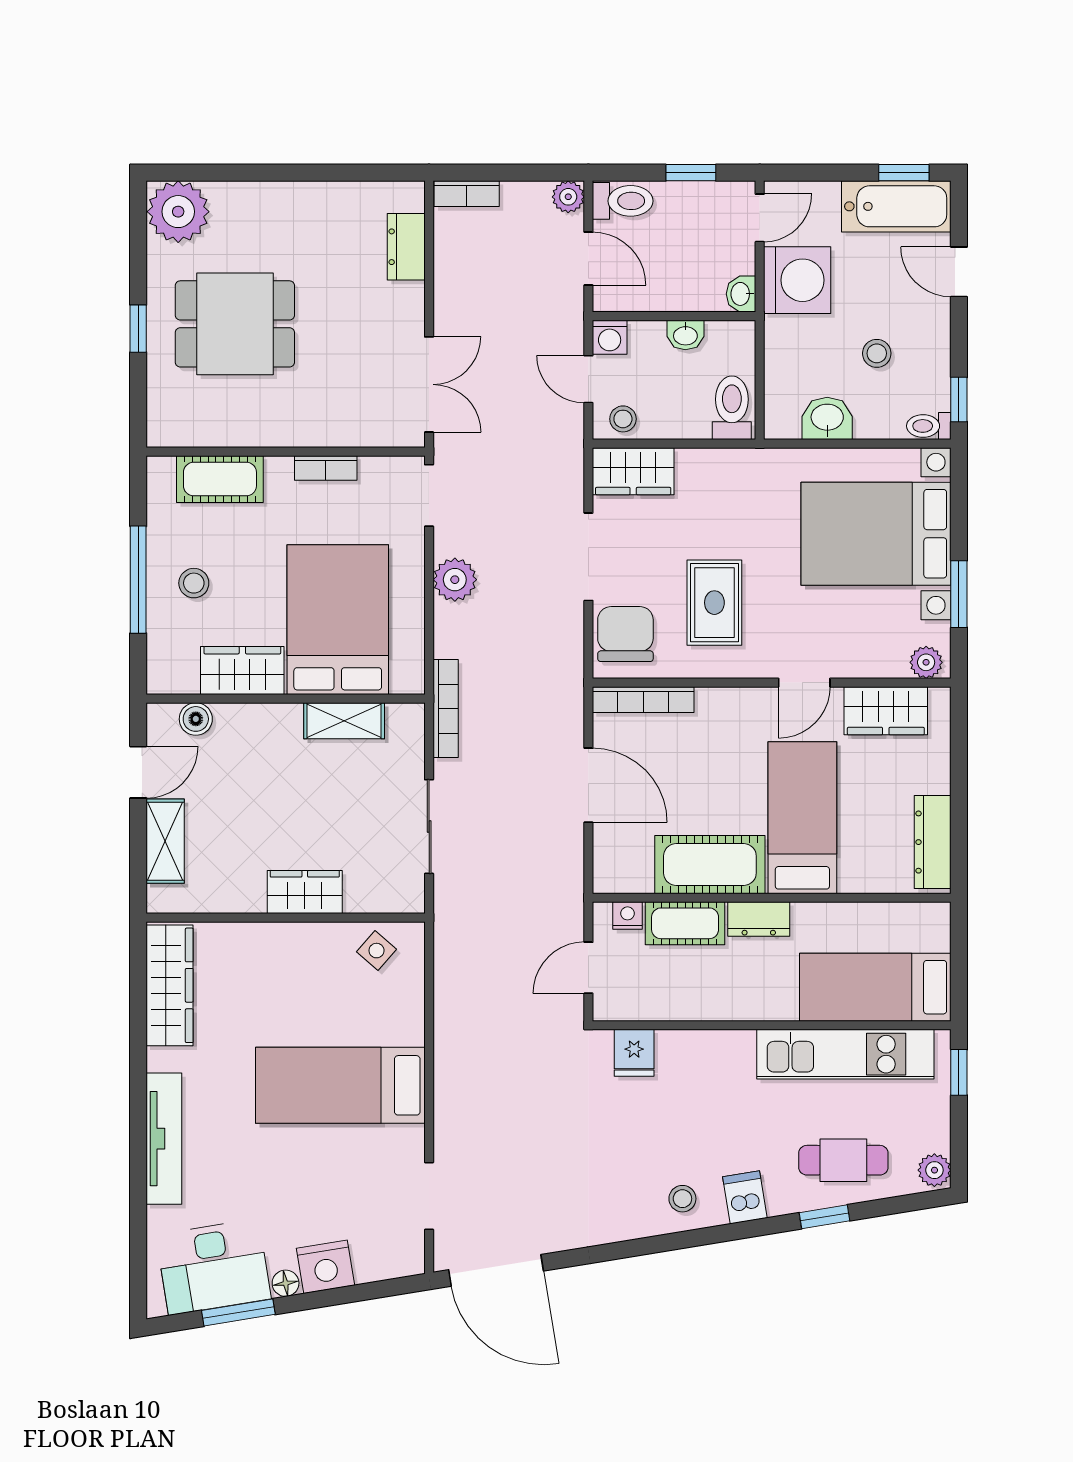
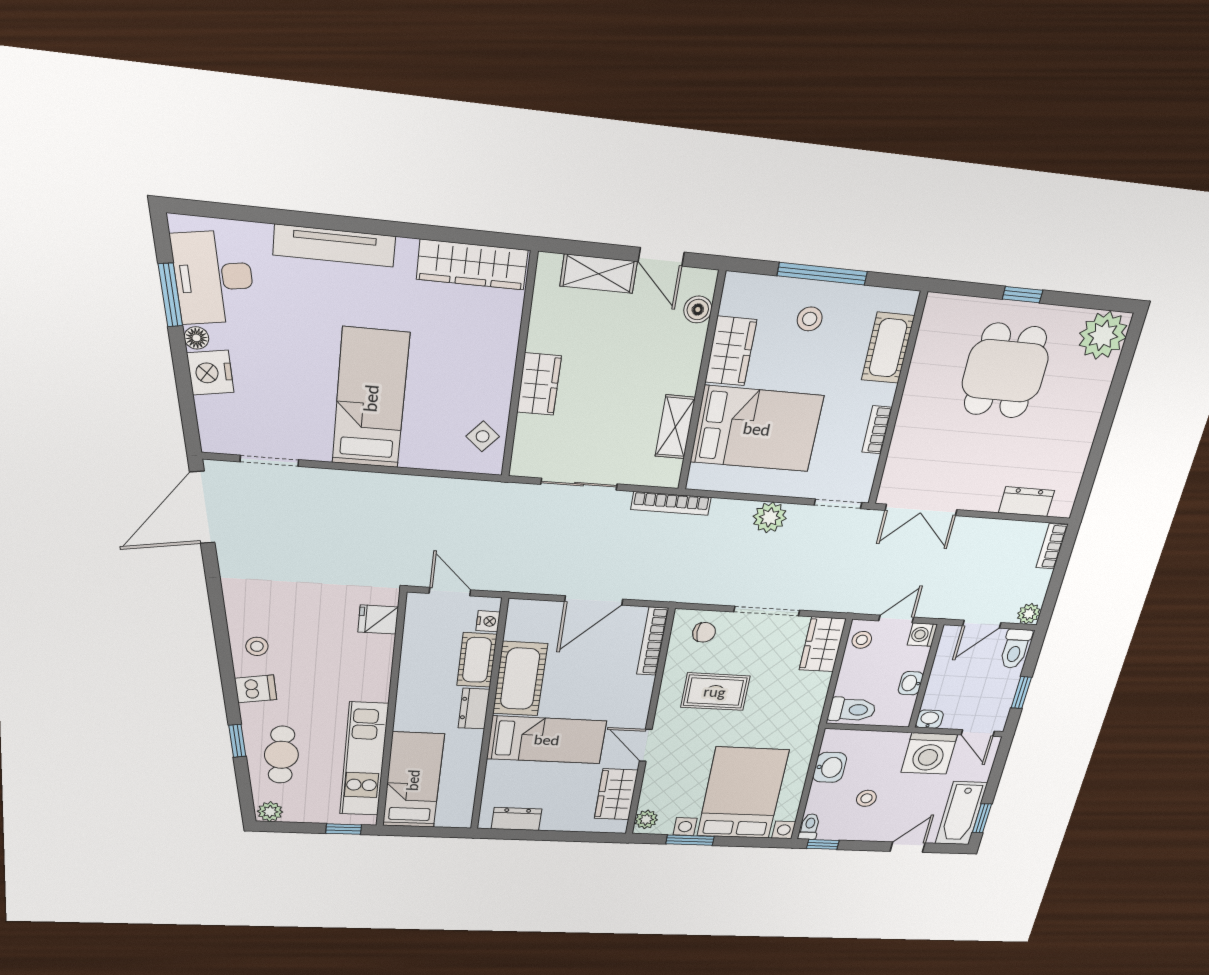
chair: (625, 634) -> (704, 632), width x0.54, depth x0.54
dresser: (933, 842) -> (516, 819), width x0.70

